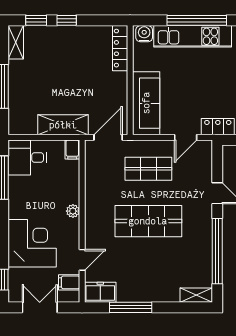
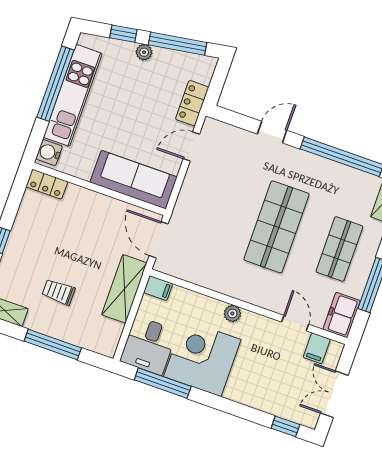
locker: (120, 48) -> (47, 184), width x0.66
trolley: (44, 77) -> (59, 292), added
door: (186, 137) -> (191, 146), swing flipped
shop shelf: (148, 169) -> (339, 249), moved
corner desk: (32, 243) -> (202, 358), moved

